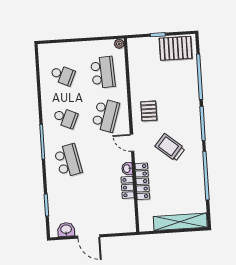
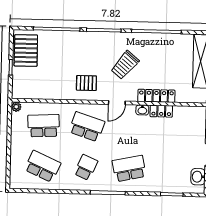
school desk: (63, 75) -> (43, 166), width x1.85

